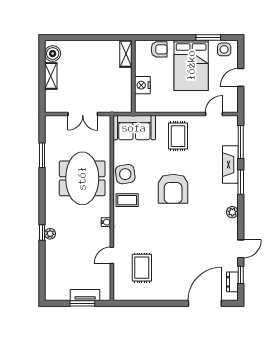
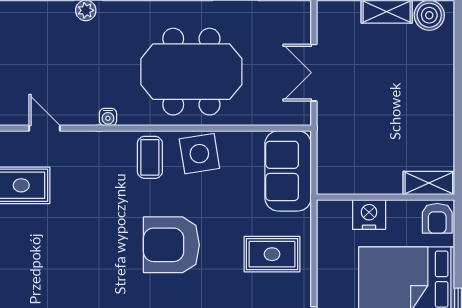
shelving: (126, 54) -> (429, 183), moved
wall: (133, 76) -> (386, 197), moved
nightstand: (142, 85) -> (369, 215), moved

